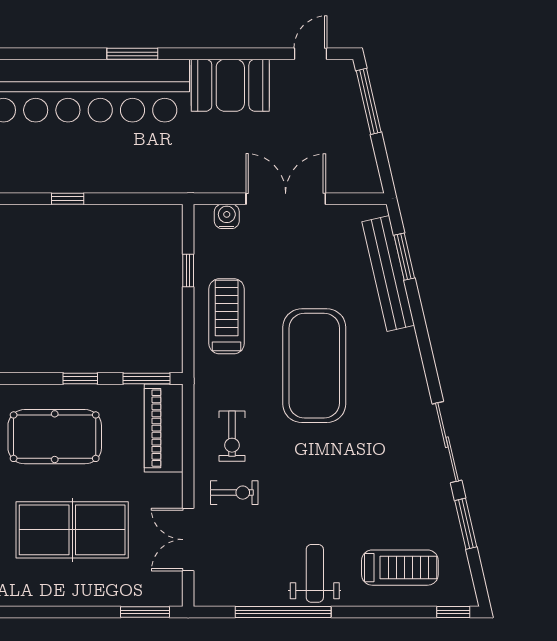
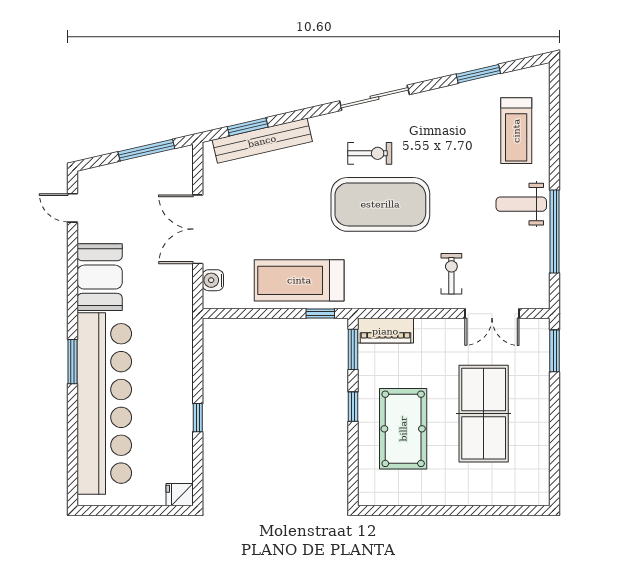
window: (369, 101) -> (146, 150), moved
window: (188, 271) -> (320, 314), moved
treadmill: (227, 316) -> (299, 280), width x1.37, depth x1.38
exercise mat: (314, 366) -> (380, 204), moved
piano: (164, 428) -> (385, 331), width x0.73, depth x0.75
exercise bike: (232, 436) -> (370, 153), moved
sliding door: (447, 442) -> (374, 98), moved
treadmill: (400, 568) -> (516, 131), turned 180
window: (453, 612) -> (555, 84), removed

